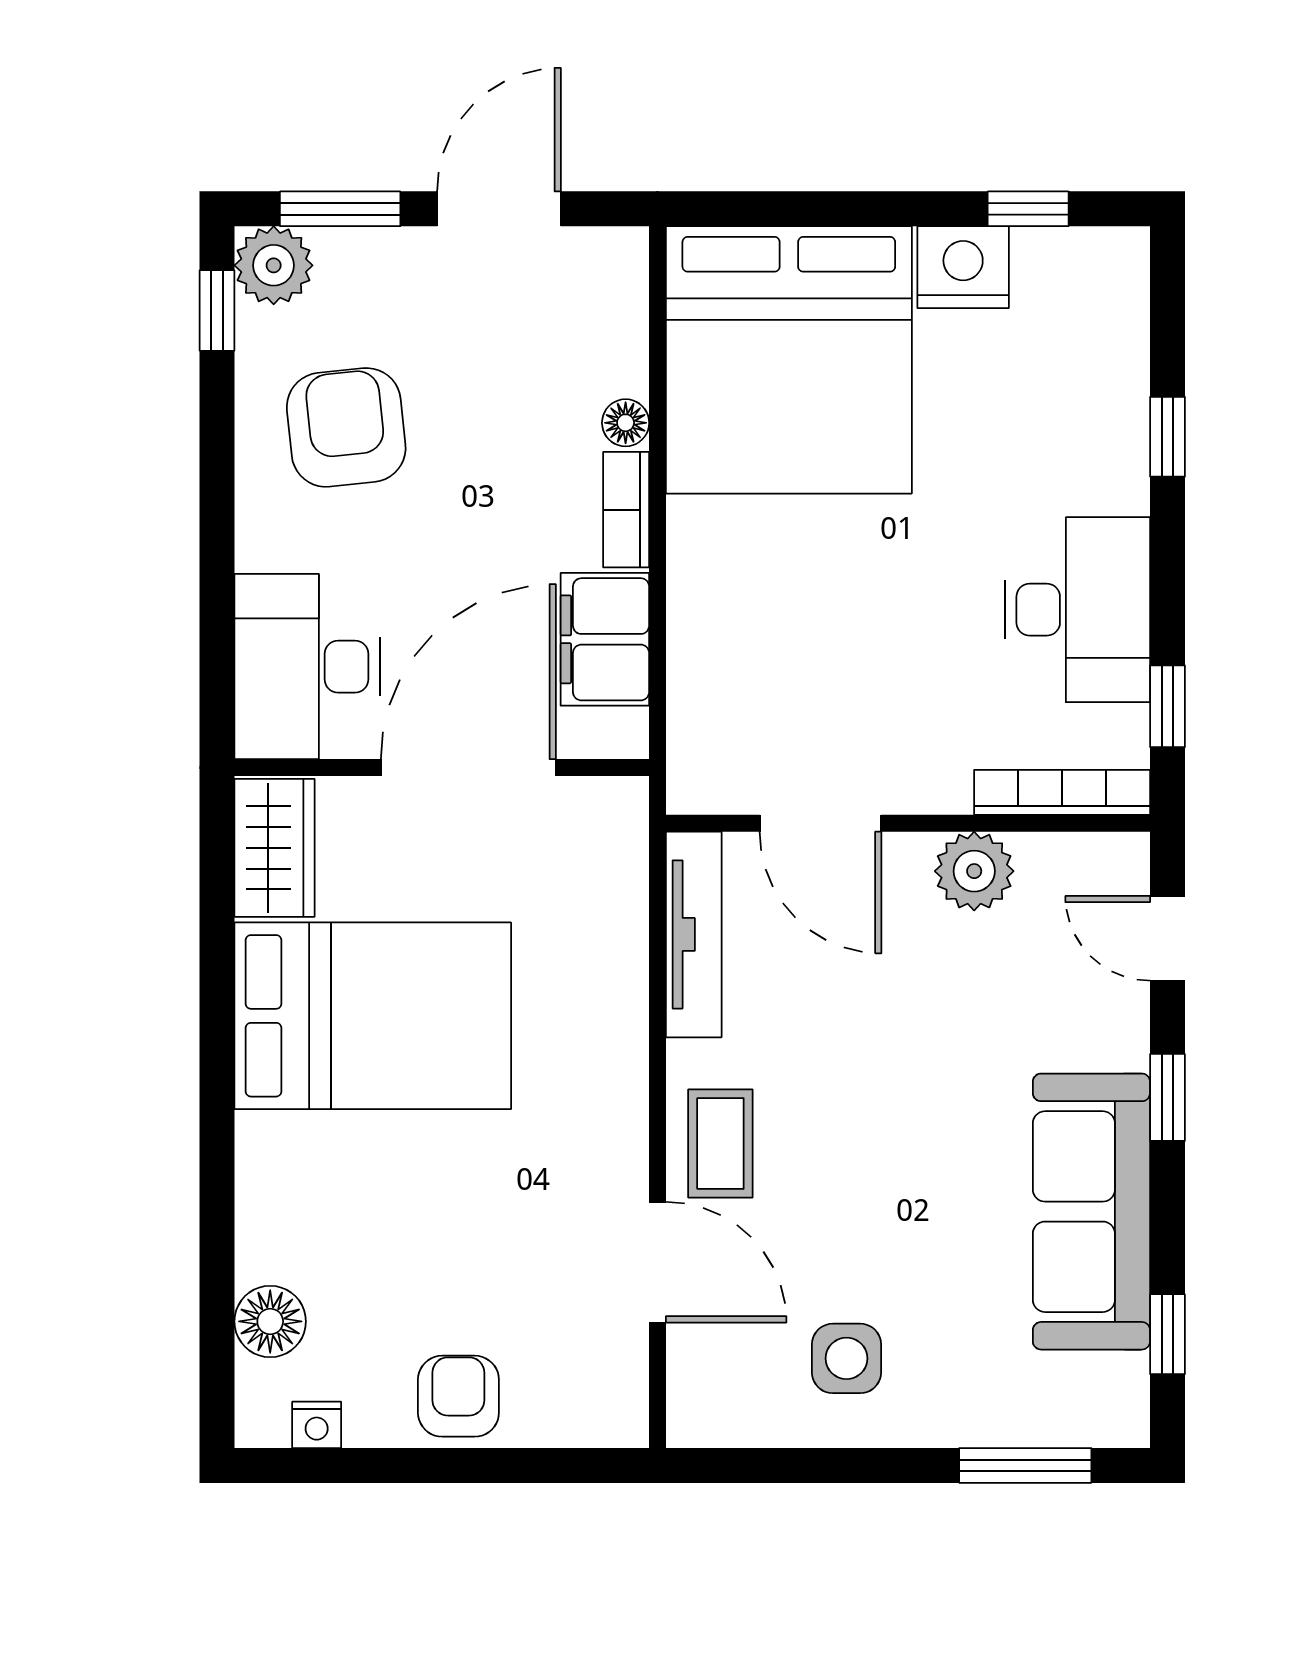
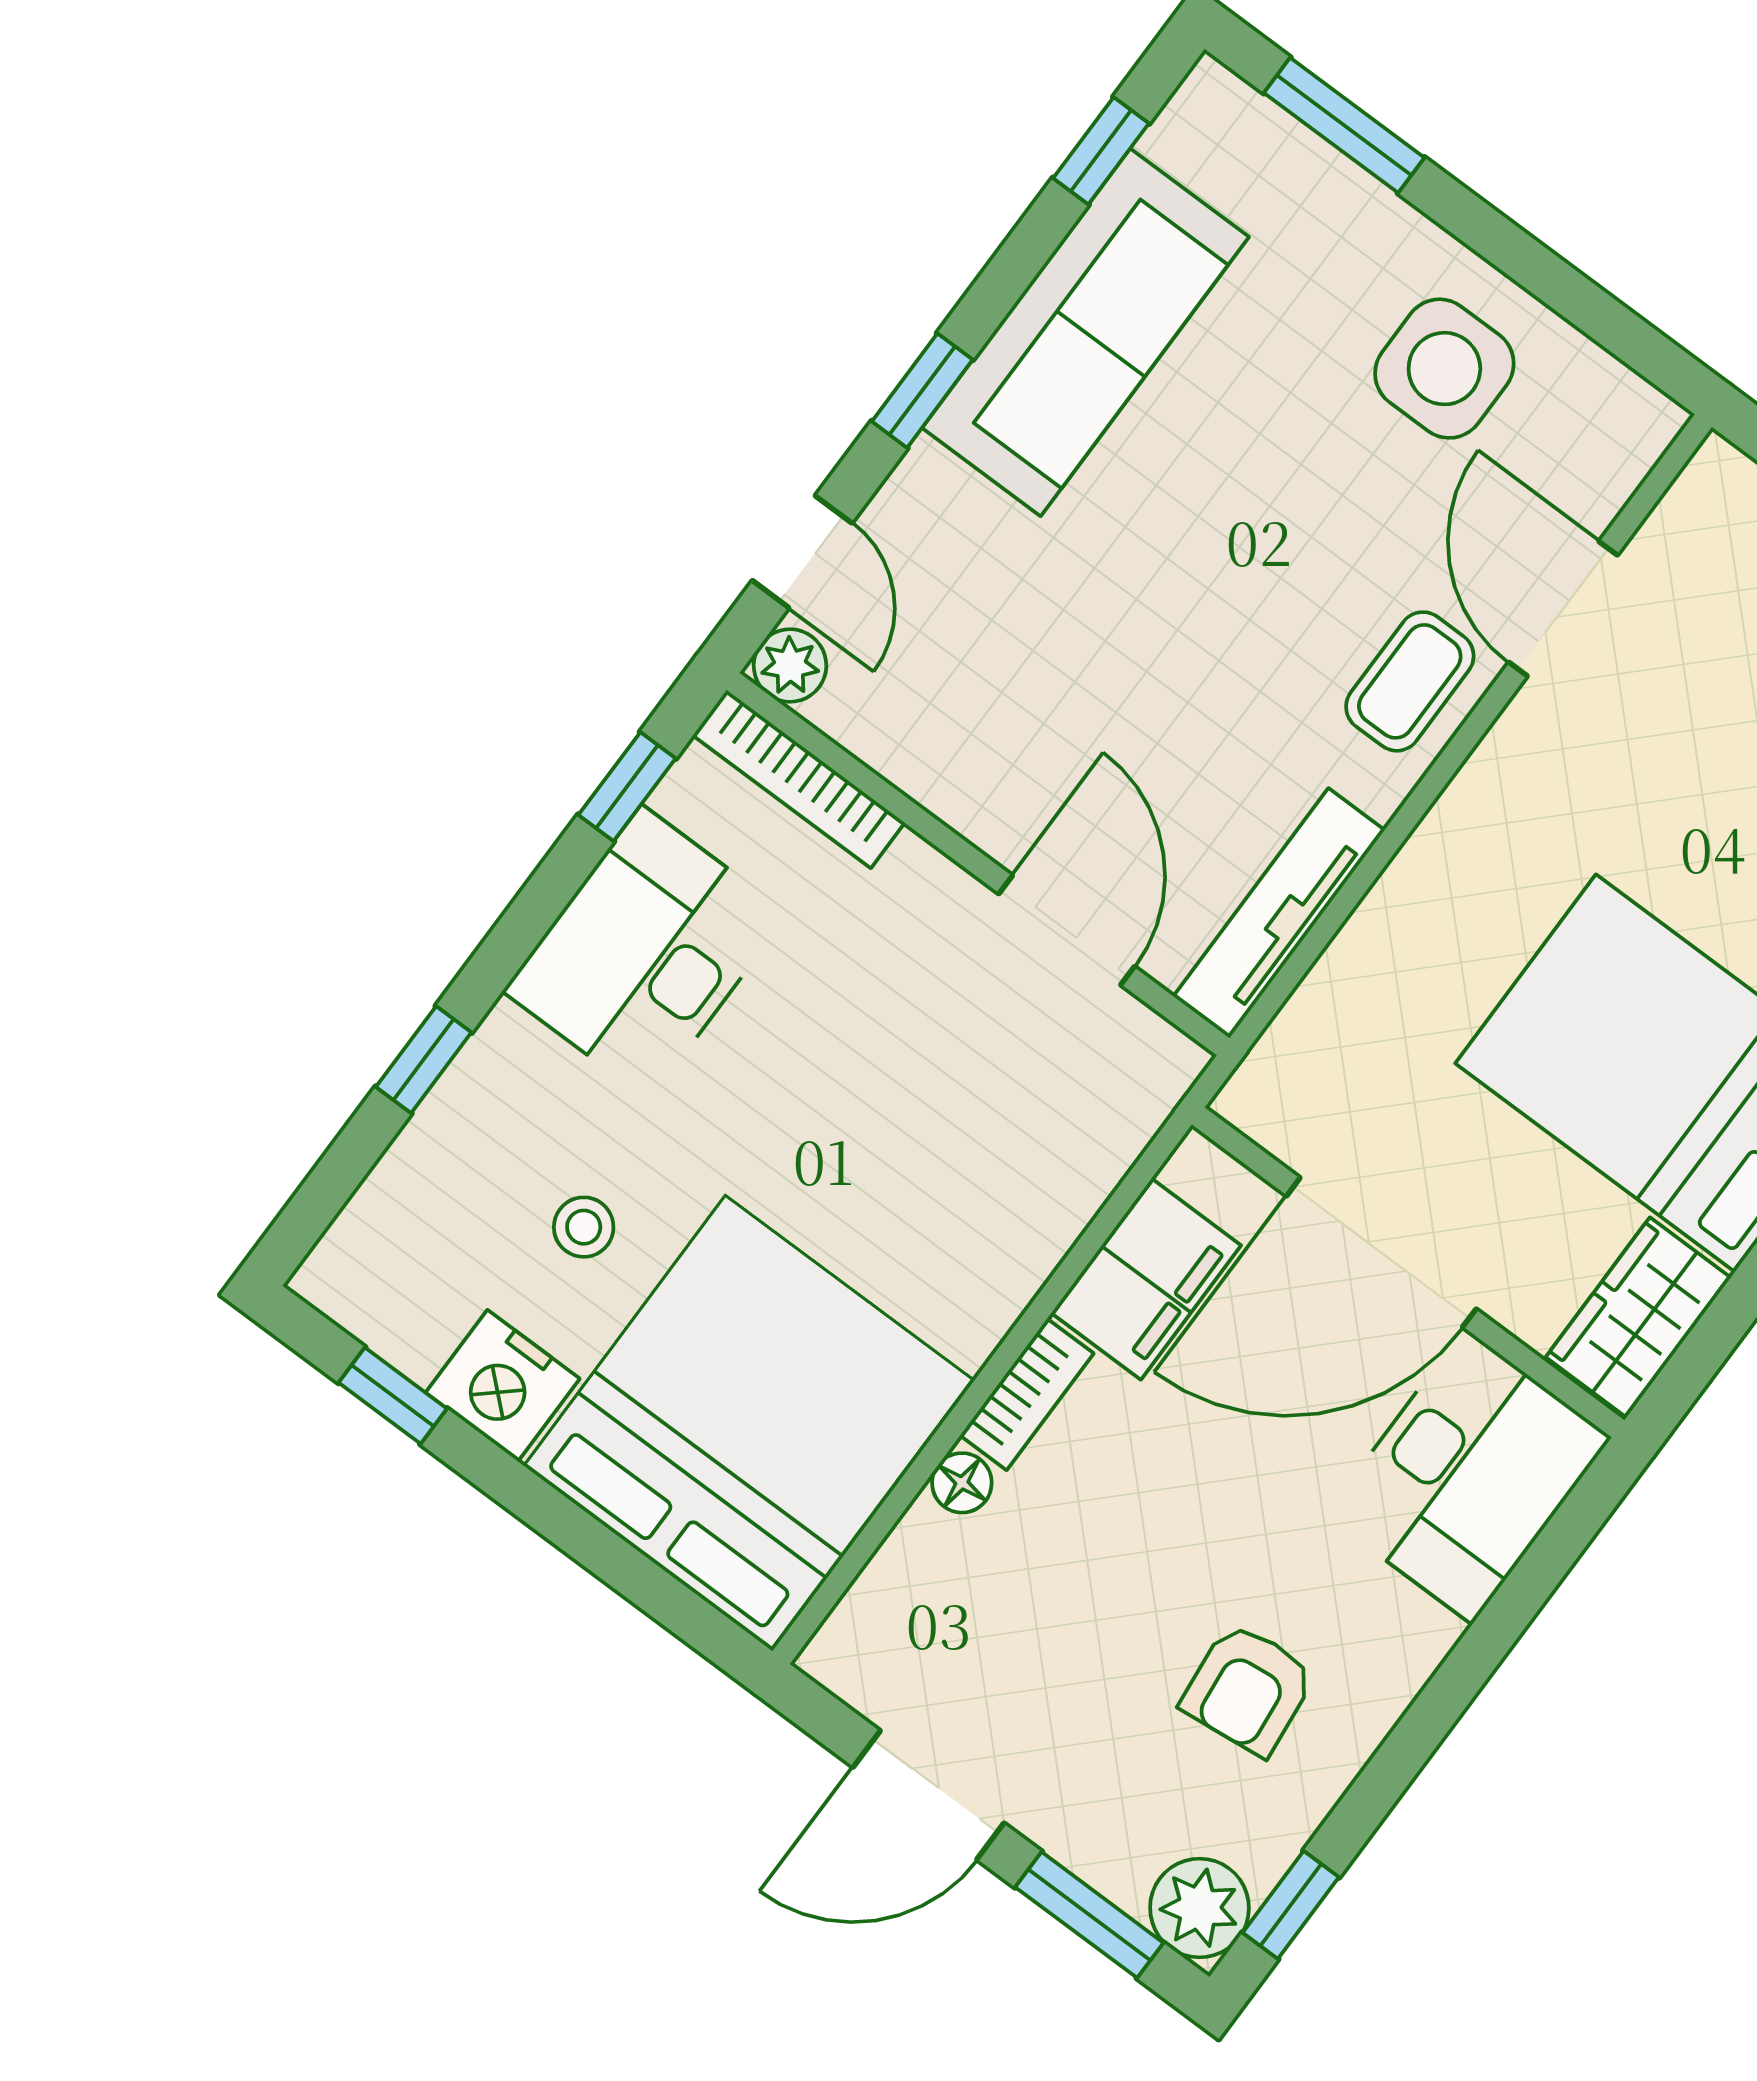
stool: (987, 406) -> (584, 1227), added
armchair: (346, 427) -> (1248, 1689), width x0.72, depth x0.72
plant: (974, 871) -> (790, 666), moved, width x0.73, depth x0.73
side table: (846, 1358) -> (1444, 369), width x1.37, depth x1.37

